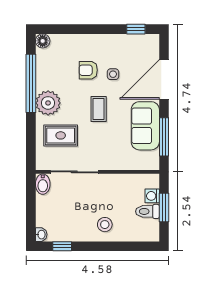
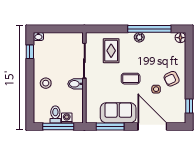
armchair: (88, 70) -> (172, 79), moved, turned -115
plant: (48, 103) -> (139, 37), width x0.53, depth x0.53
bidet: (43, 184) -> (75, 84), moved
window: (164, 207) -> (58, 127), width x1.44

